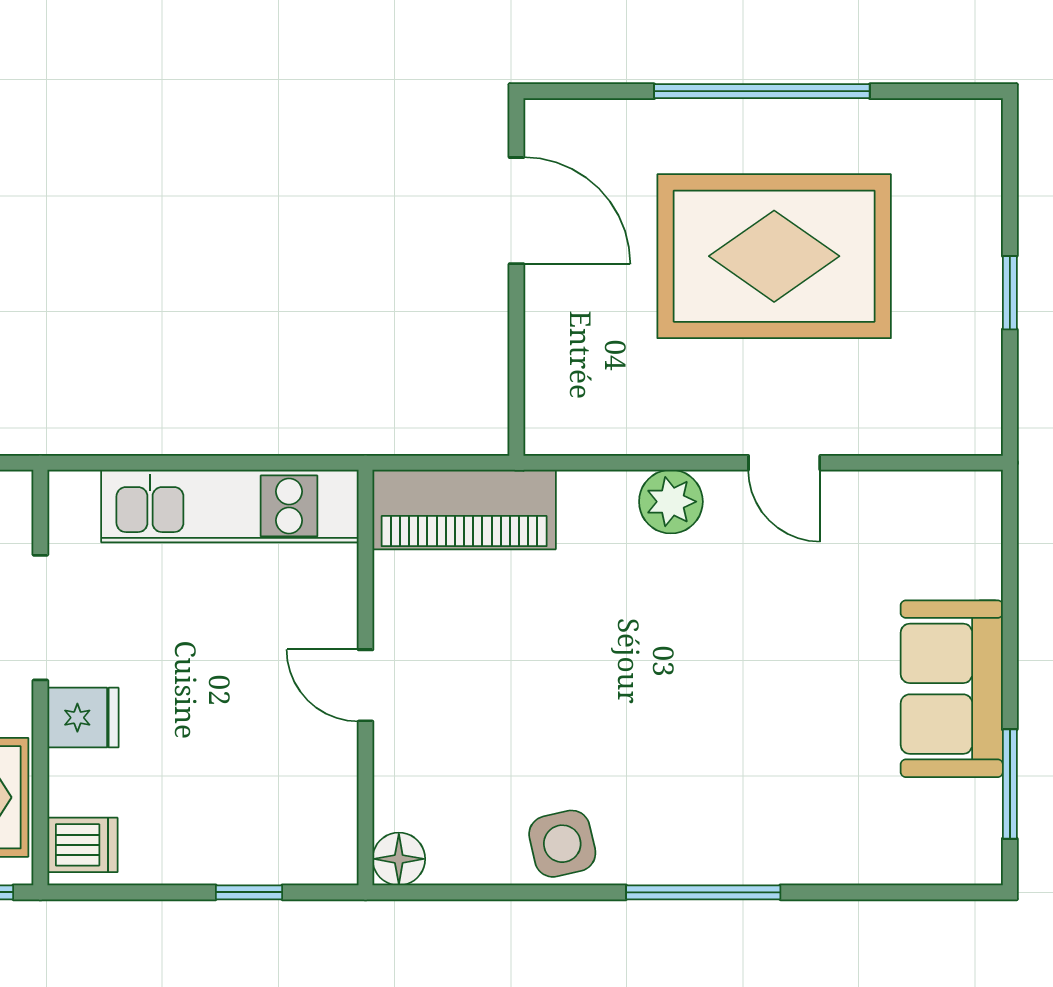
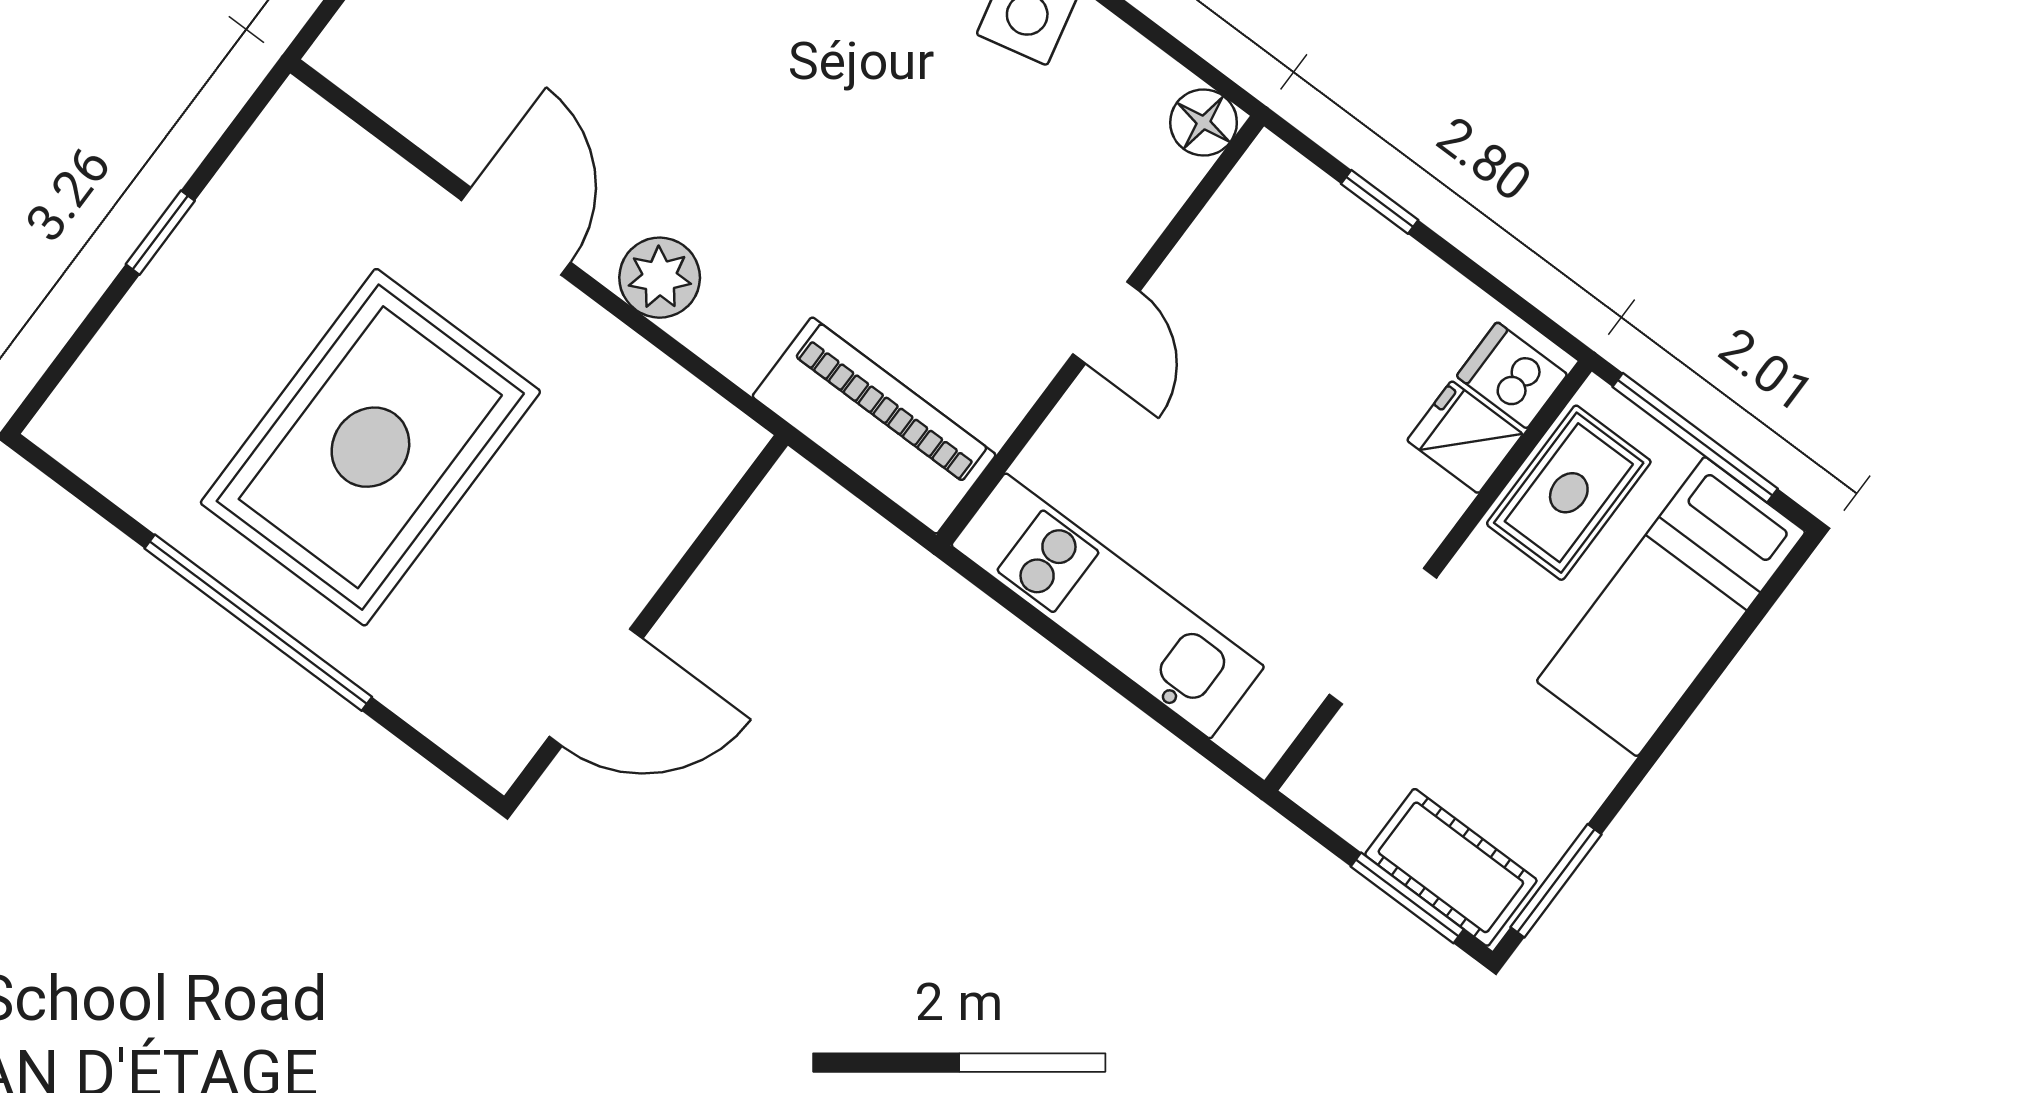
door: (516, 211) -> (596, 688), swing flipped
rug: (774, 256) -> (370, 447), turned 90
door: (784, 463) -> (516, 231), width x1.37
fridge: (83, 718) -> (1465, 437), moved

